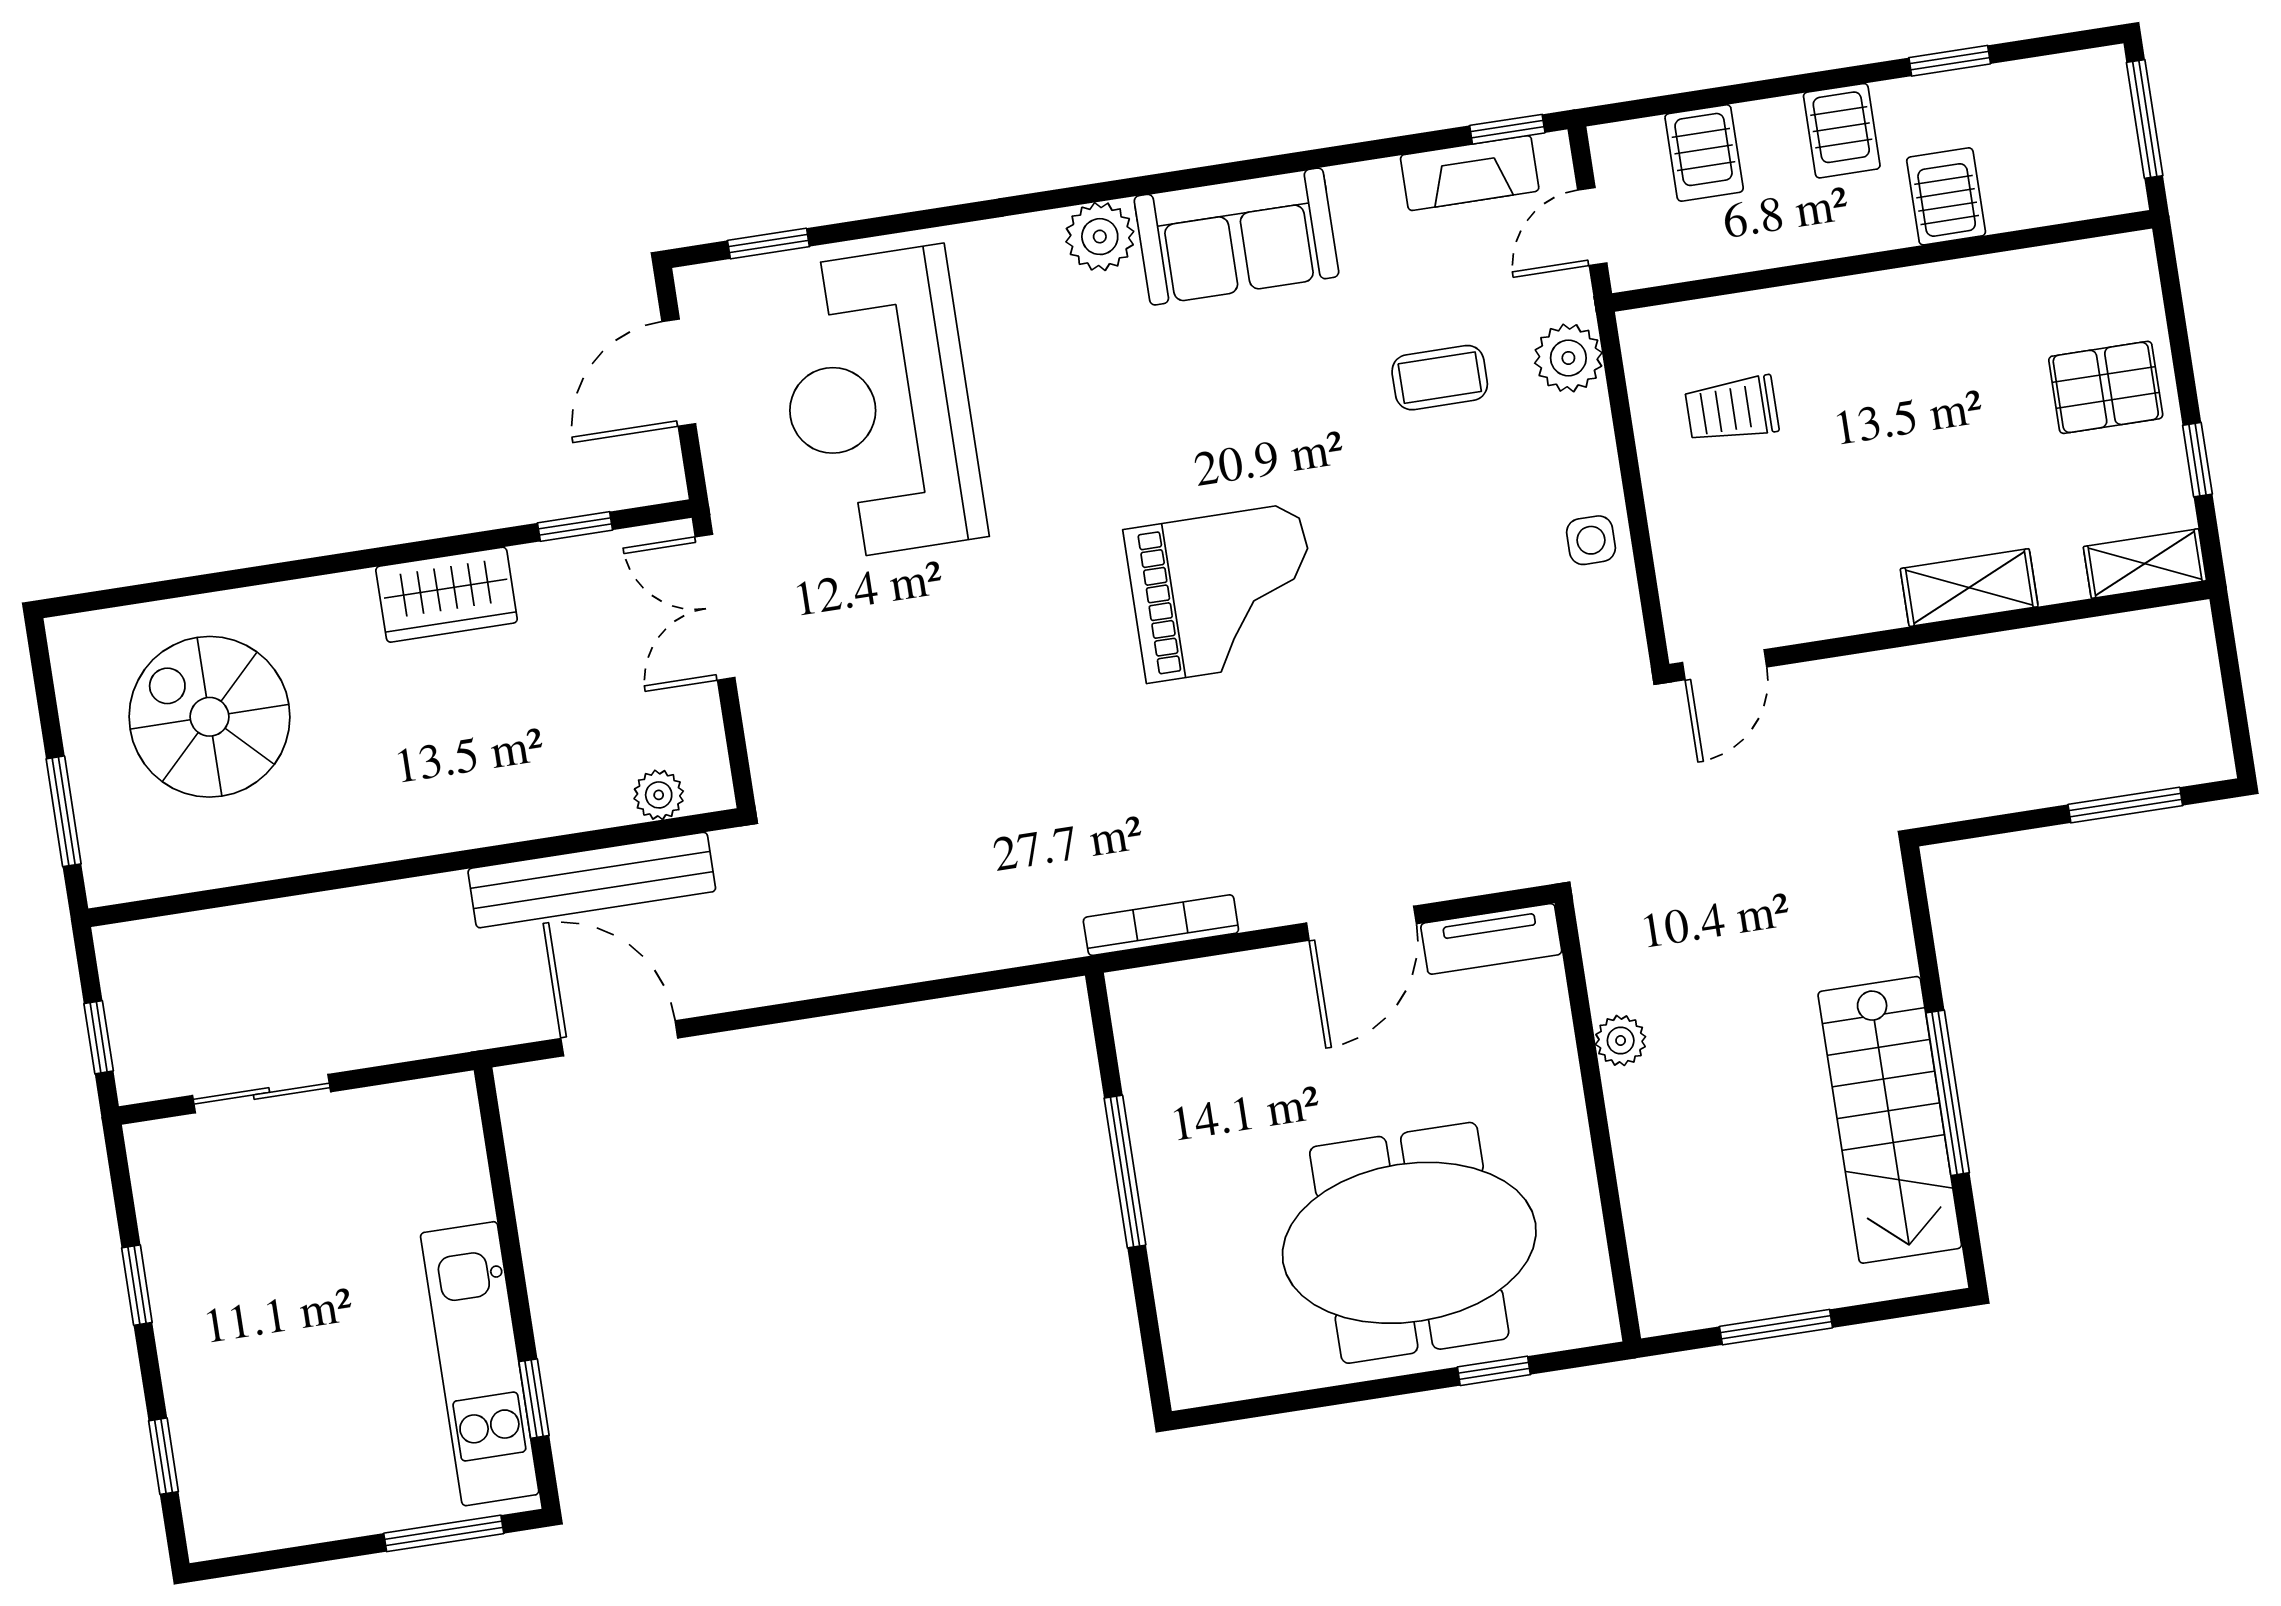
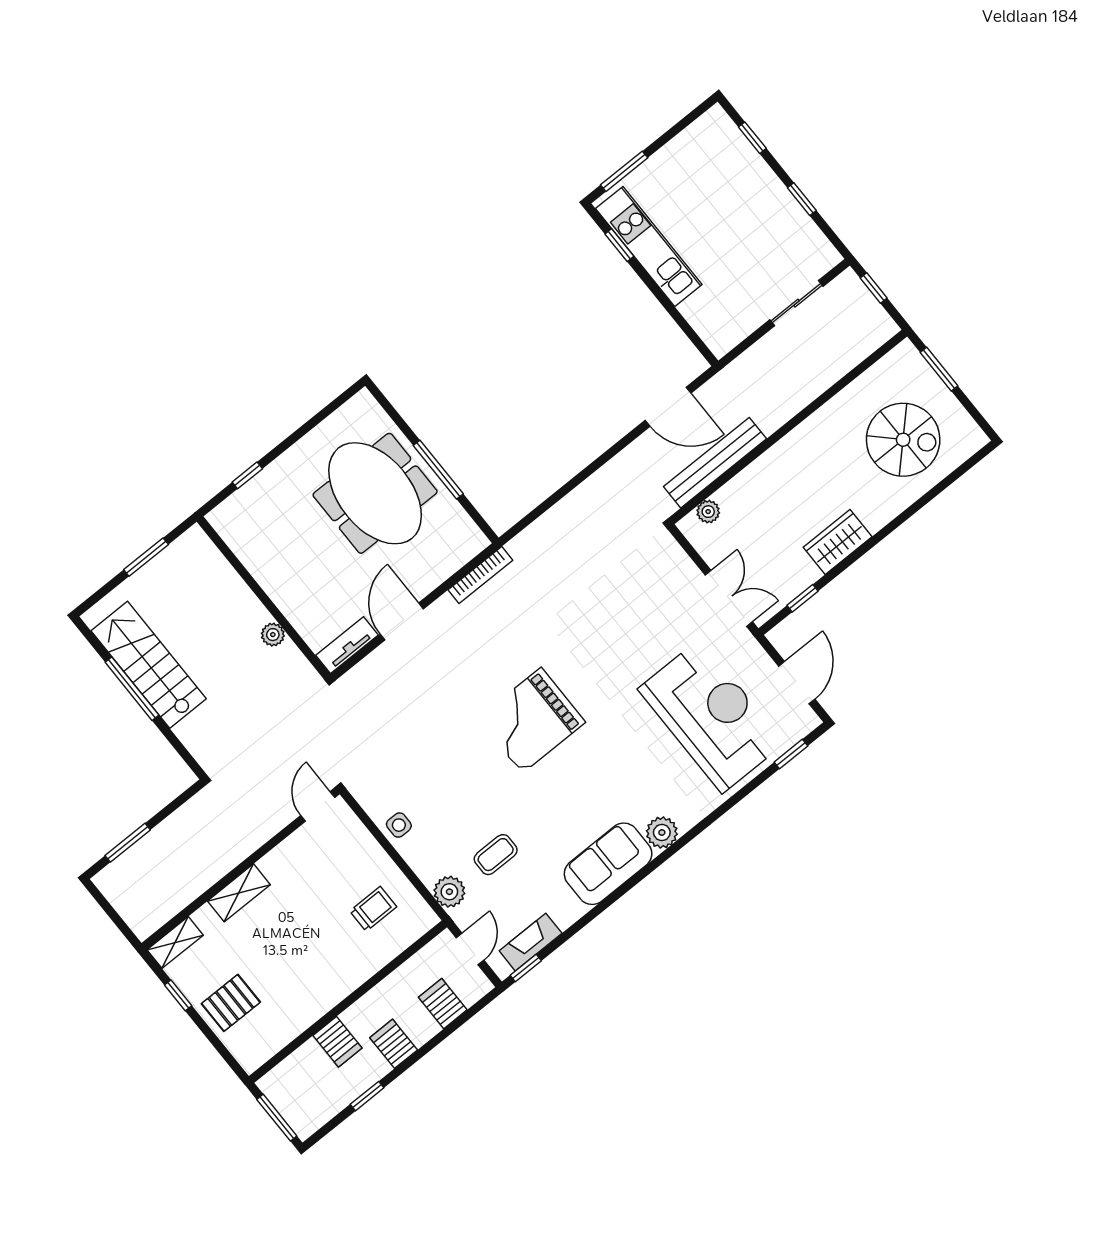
meeting table: (1409, 1243) -> (375, 493), moved, turned 90

